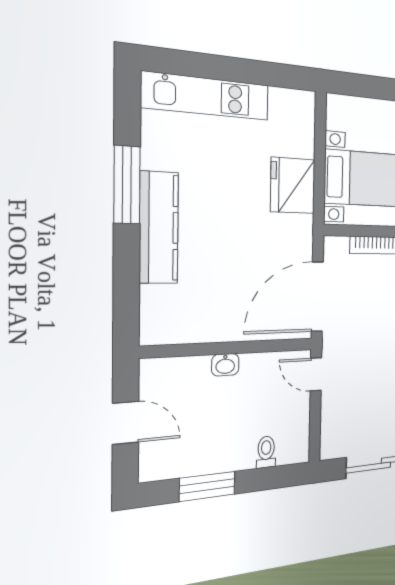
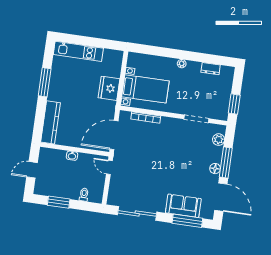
kitchen counter: (159, 228) -> (51, 122), moved
door: (126, 423) -> (32, 170), swing flipped

